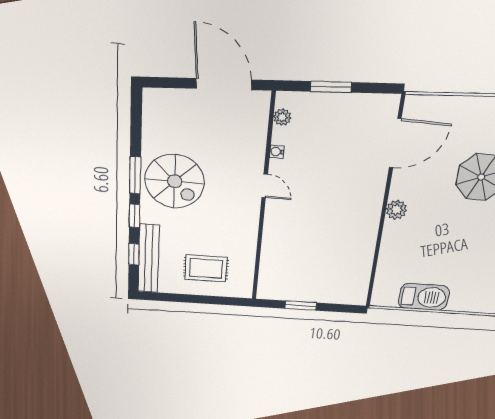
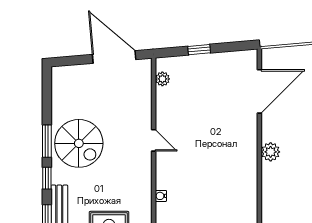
window: (331, 87) -> (199, 50), width x0.67
water cooler: (277, 152) -> (161, 196), moved

